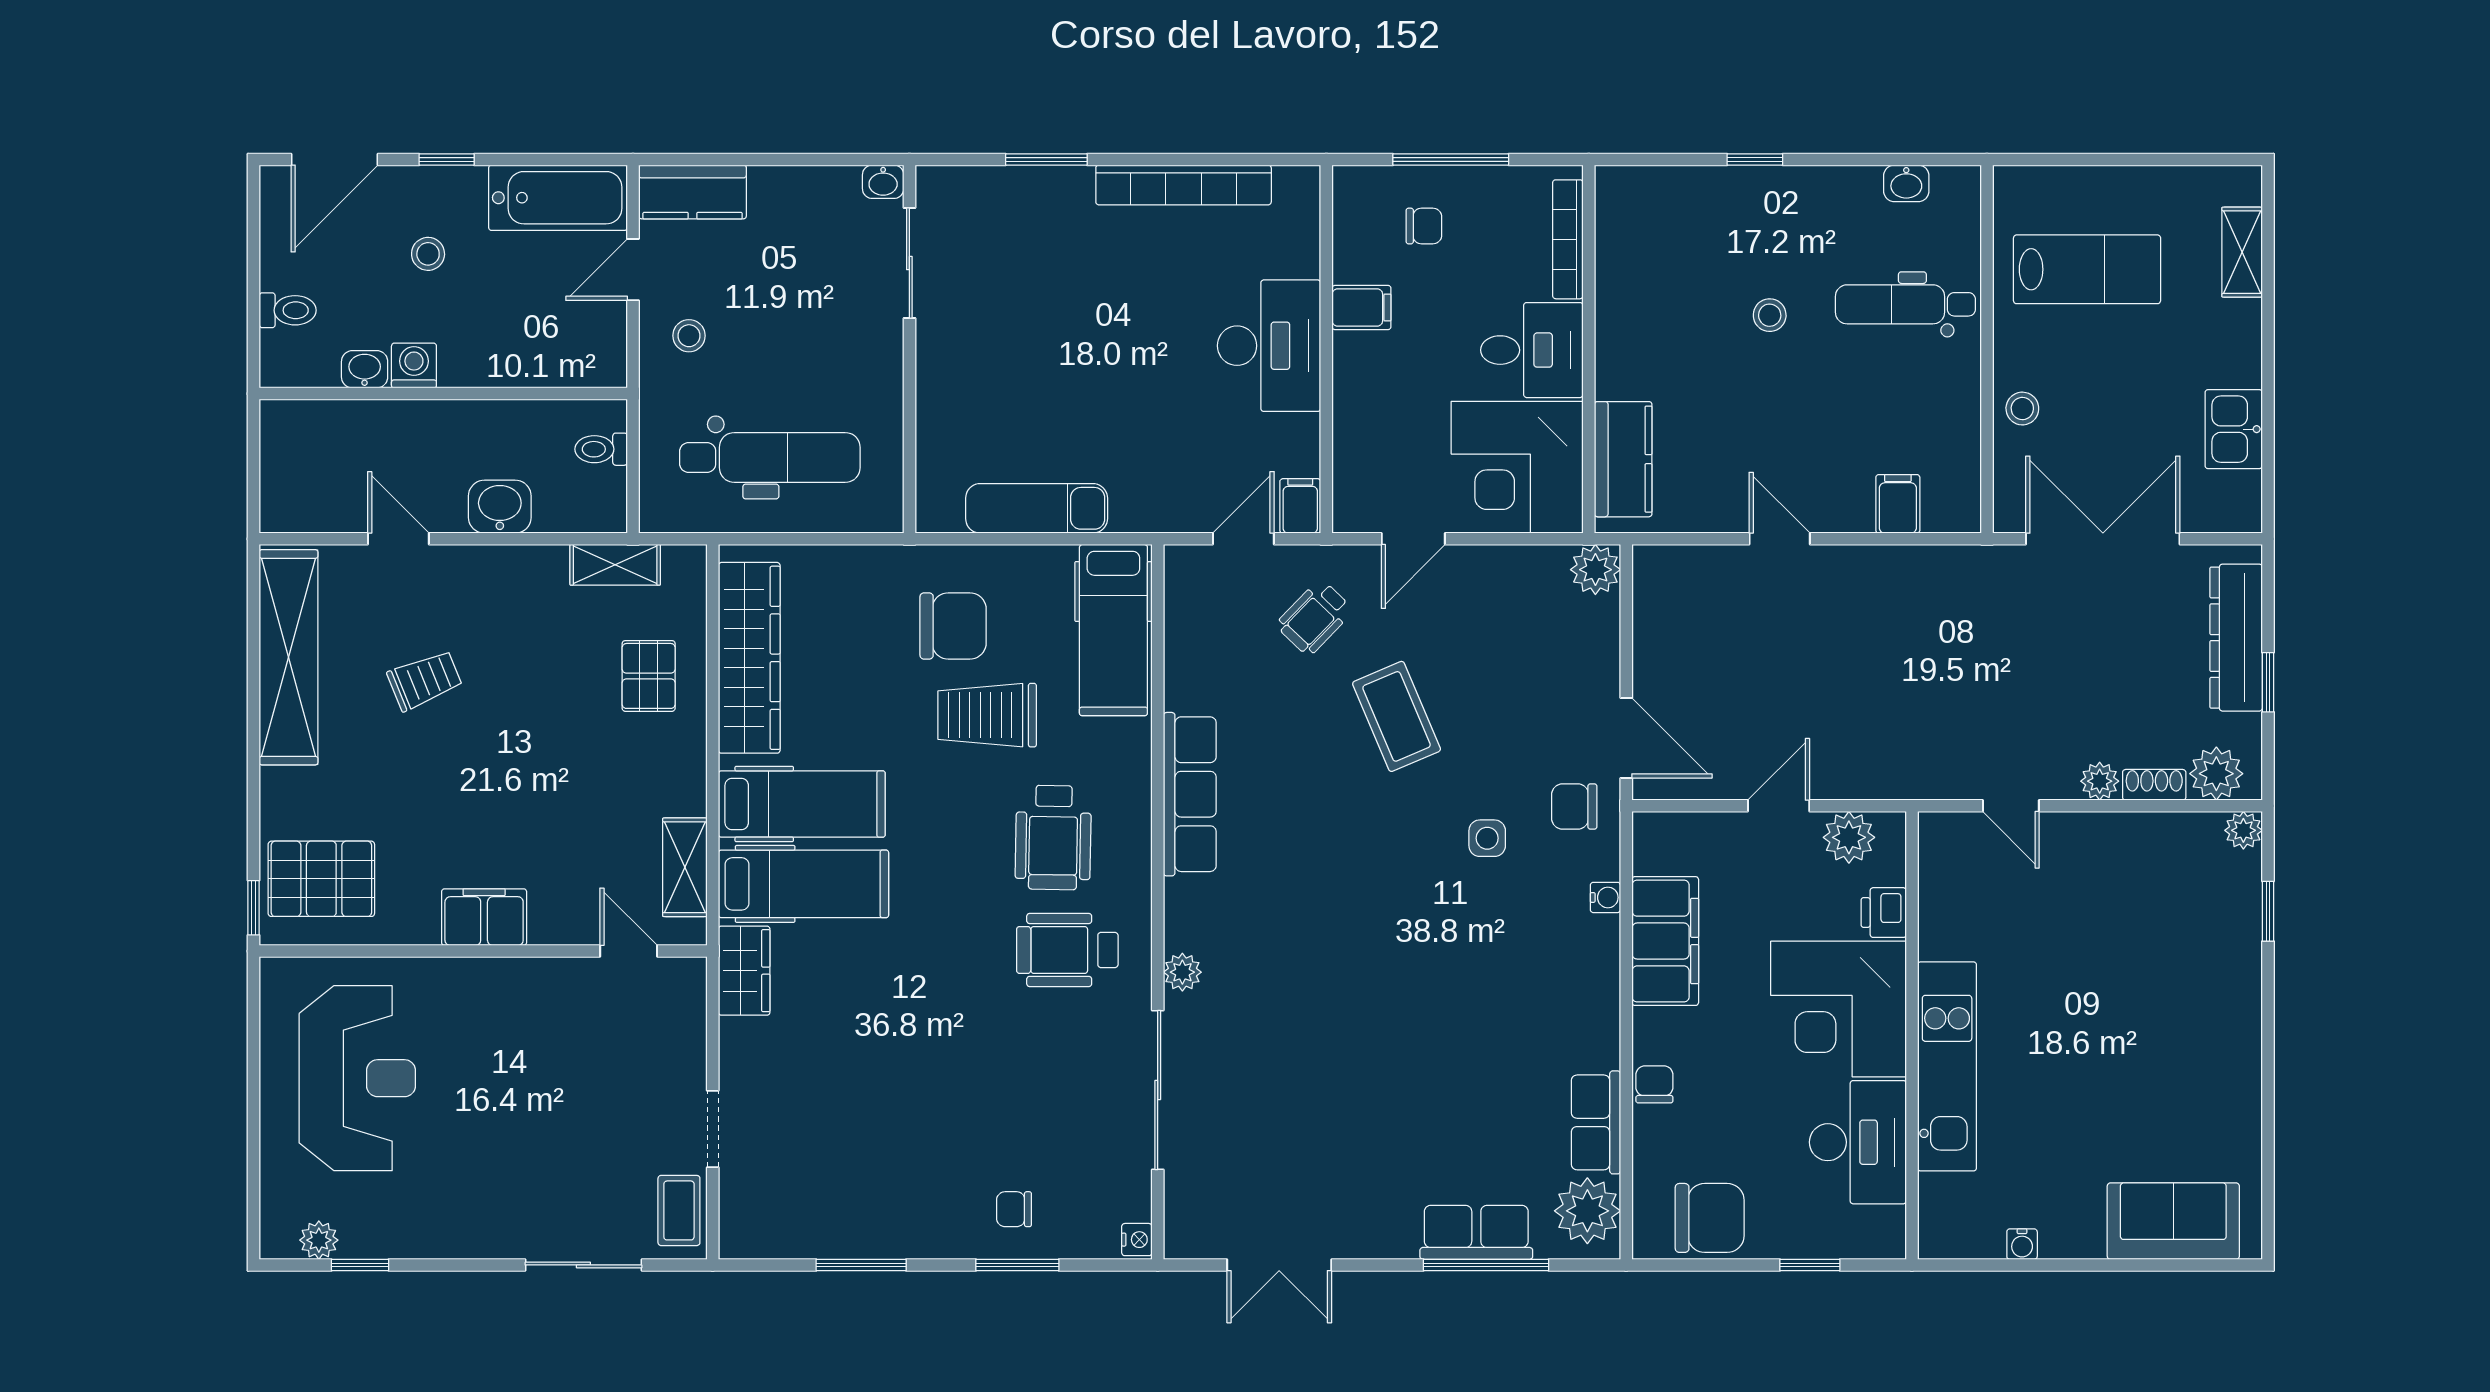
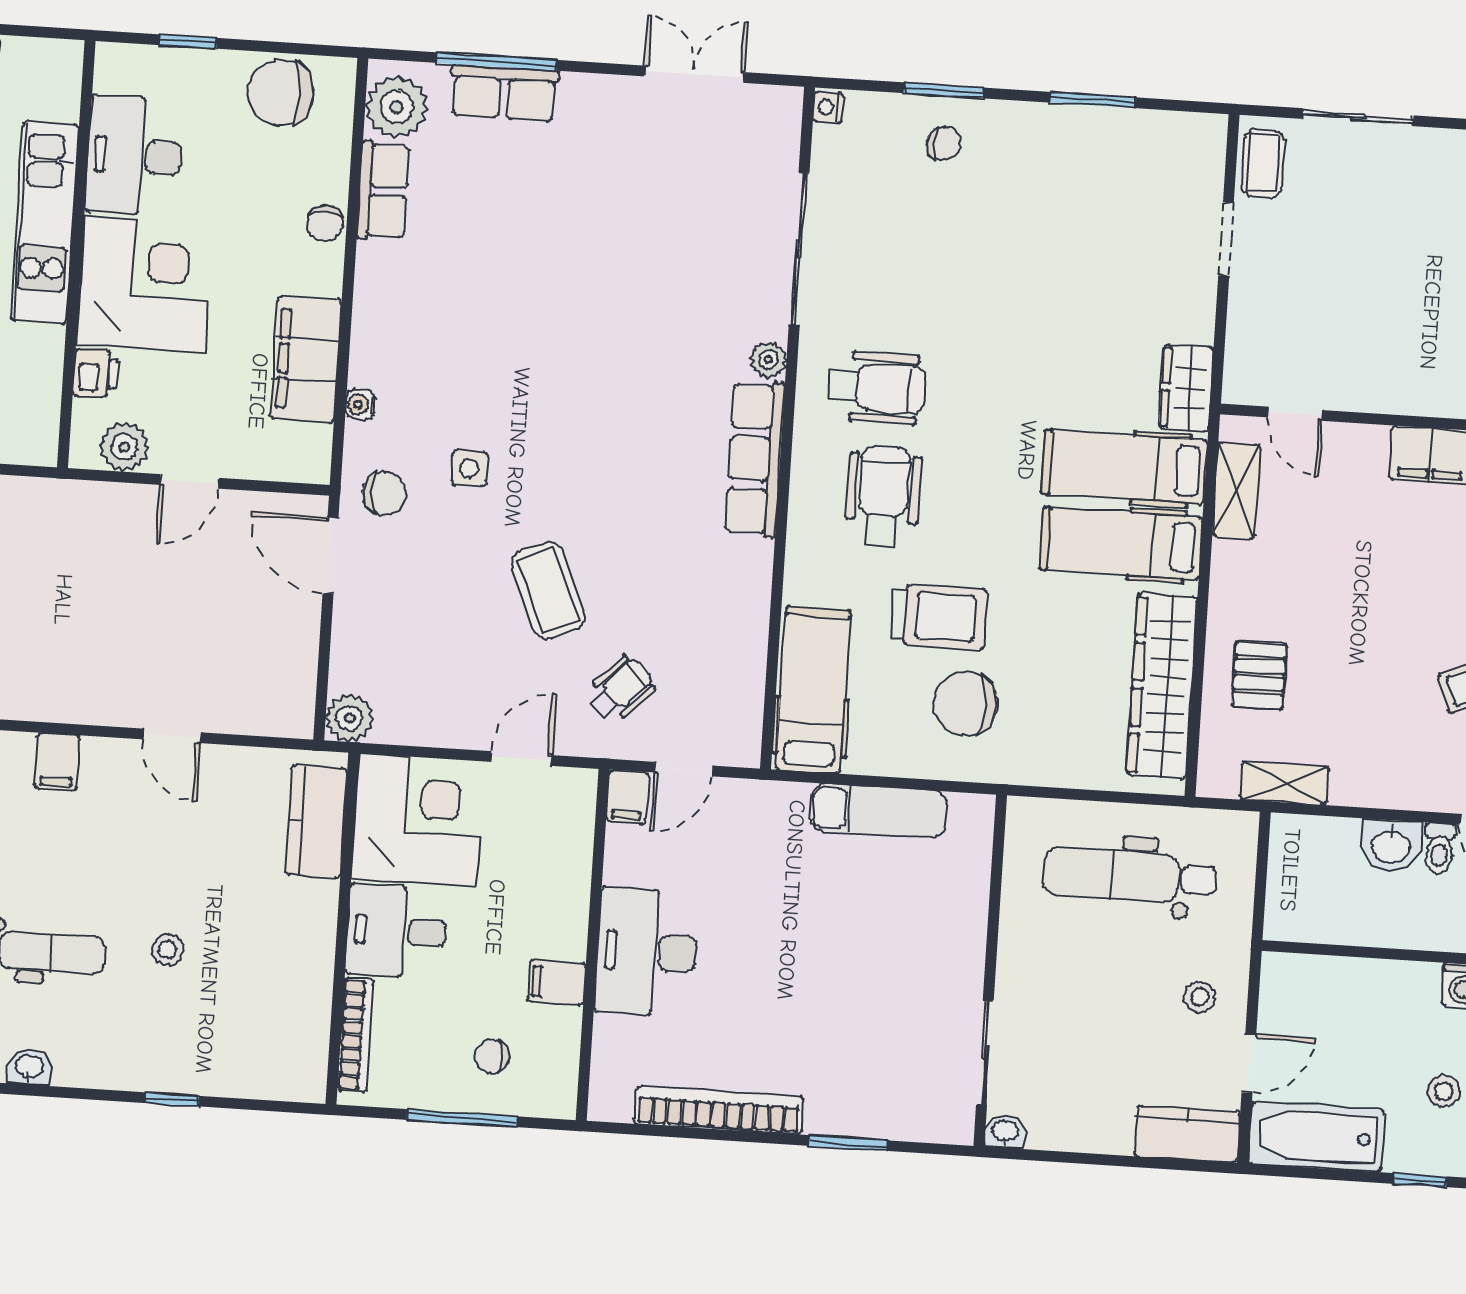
toilet: (601, 449) -> (1440, 848), moved, turned 90
row of seats: (1190, 794) -> (755, 459), moved

